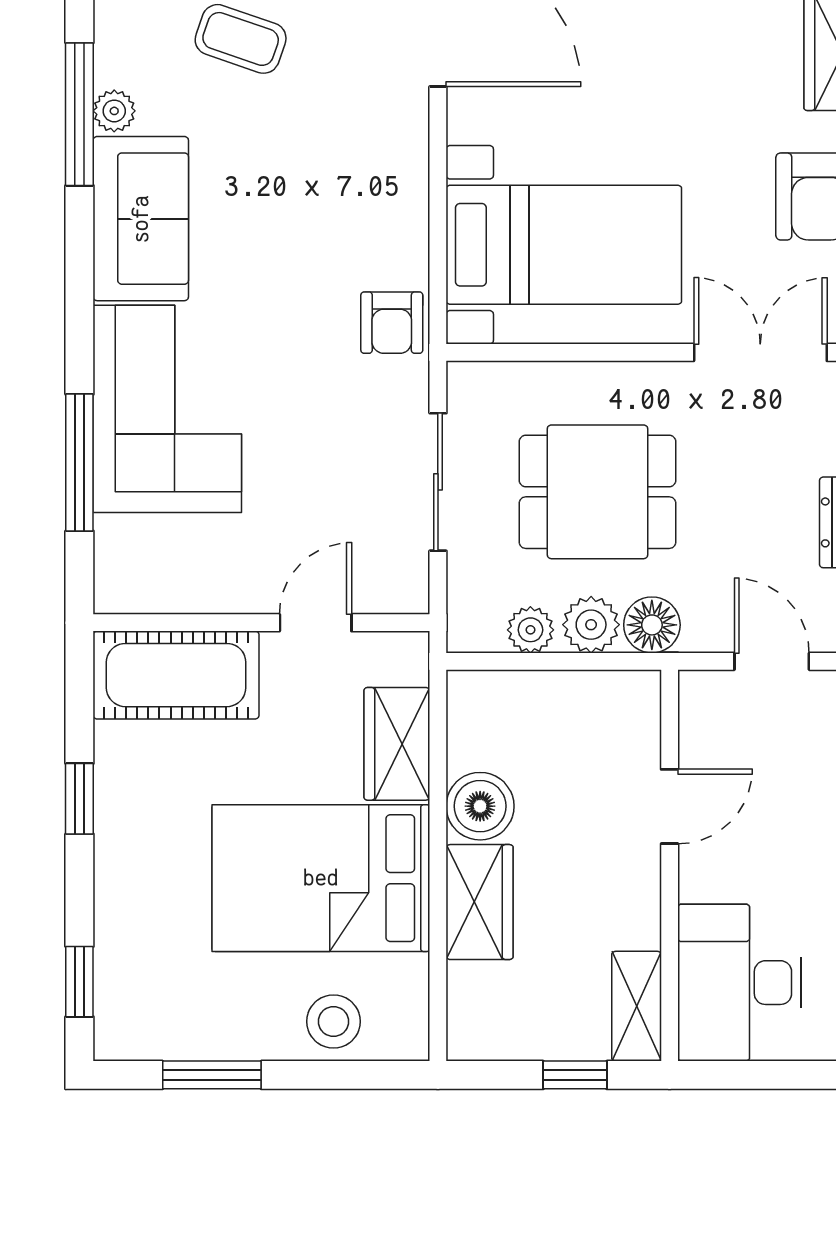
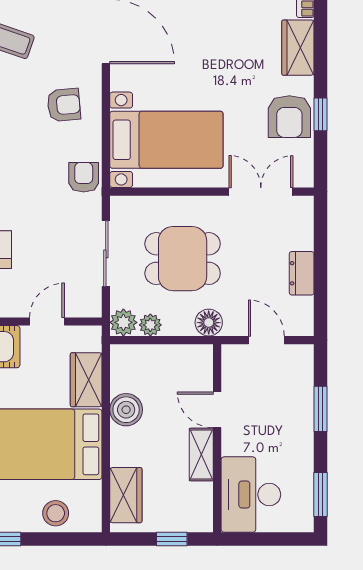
armchair: (351, 172) -> (64, 105), added
armchair: (392, 323) -> (84, 177), turned 180
plant: (591, 625) -> (123, 322), moved
door: (670, 806) -> (217, 410), swing flipped
wardrobe: (480, 902) -> (126, 495), moved
shelving: (637, 1006) -> (201, 455), moved

